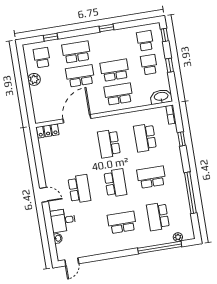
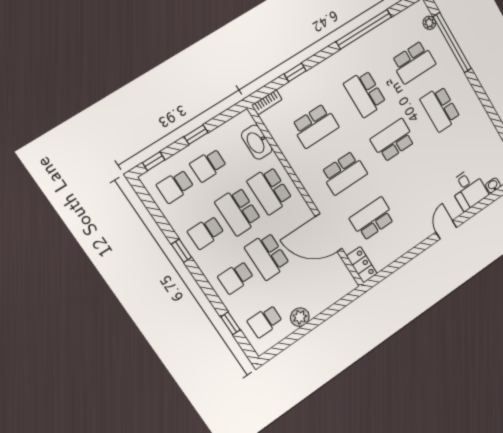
school desk: (111, 46) -> (206, 232), added
school desk: (76, 52) -> (236, 277), width x0.54
washbasin: (161, 97) -> (257, 142), moved
school desk: (79, 189) -> (372, 219), moved

